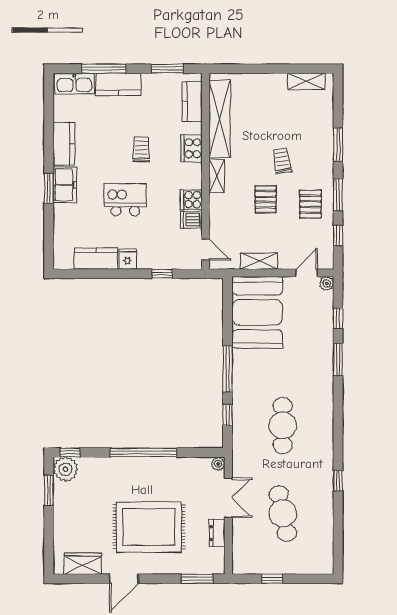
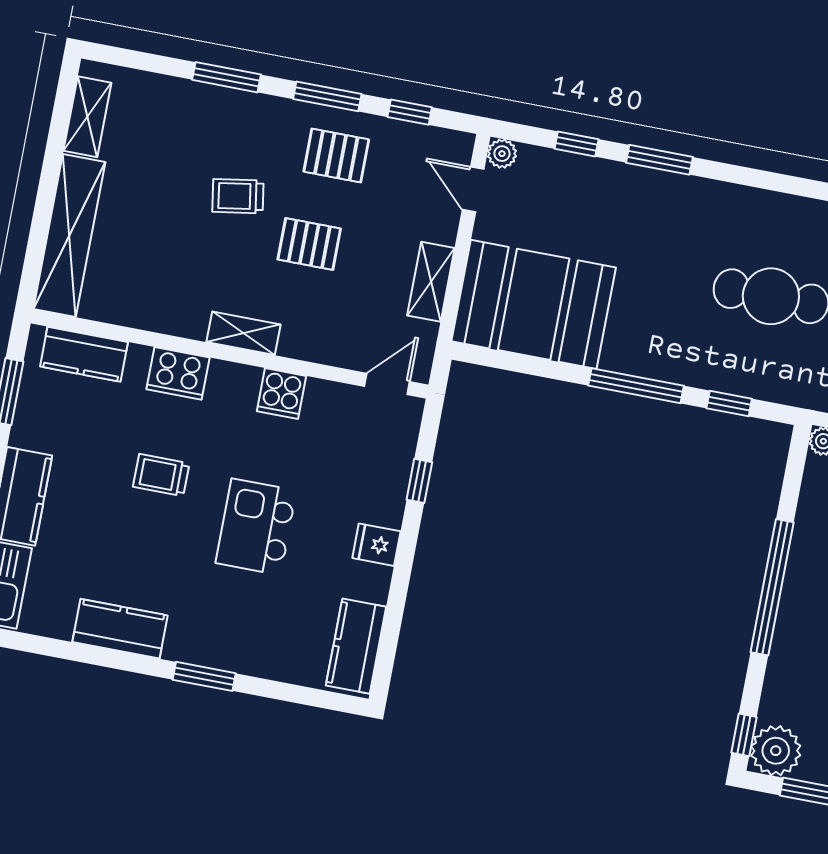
shelving: (220, 119) -> (69, 236), moved, turned 90
freezer: (65, 185) -> (203, 643), removed
dishwasher: (191, 220) -> (322, 401), removed
kitchen counter: (96, 259) -> (356, 646), moved

